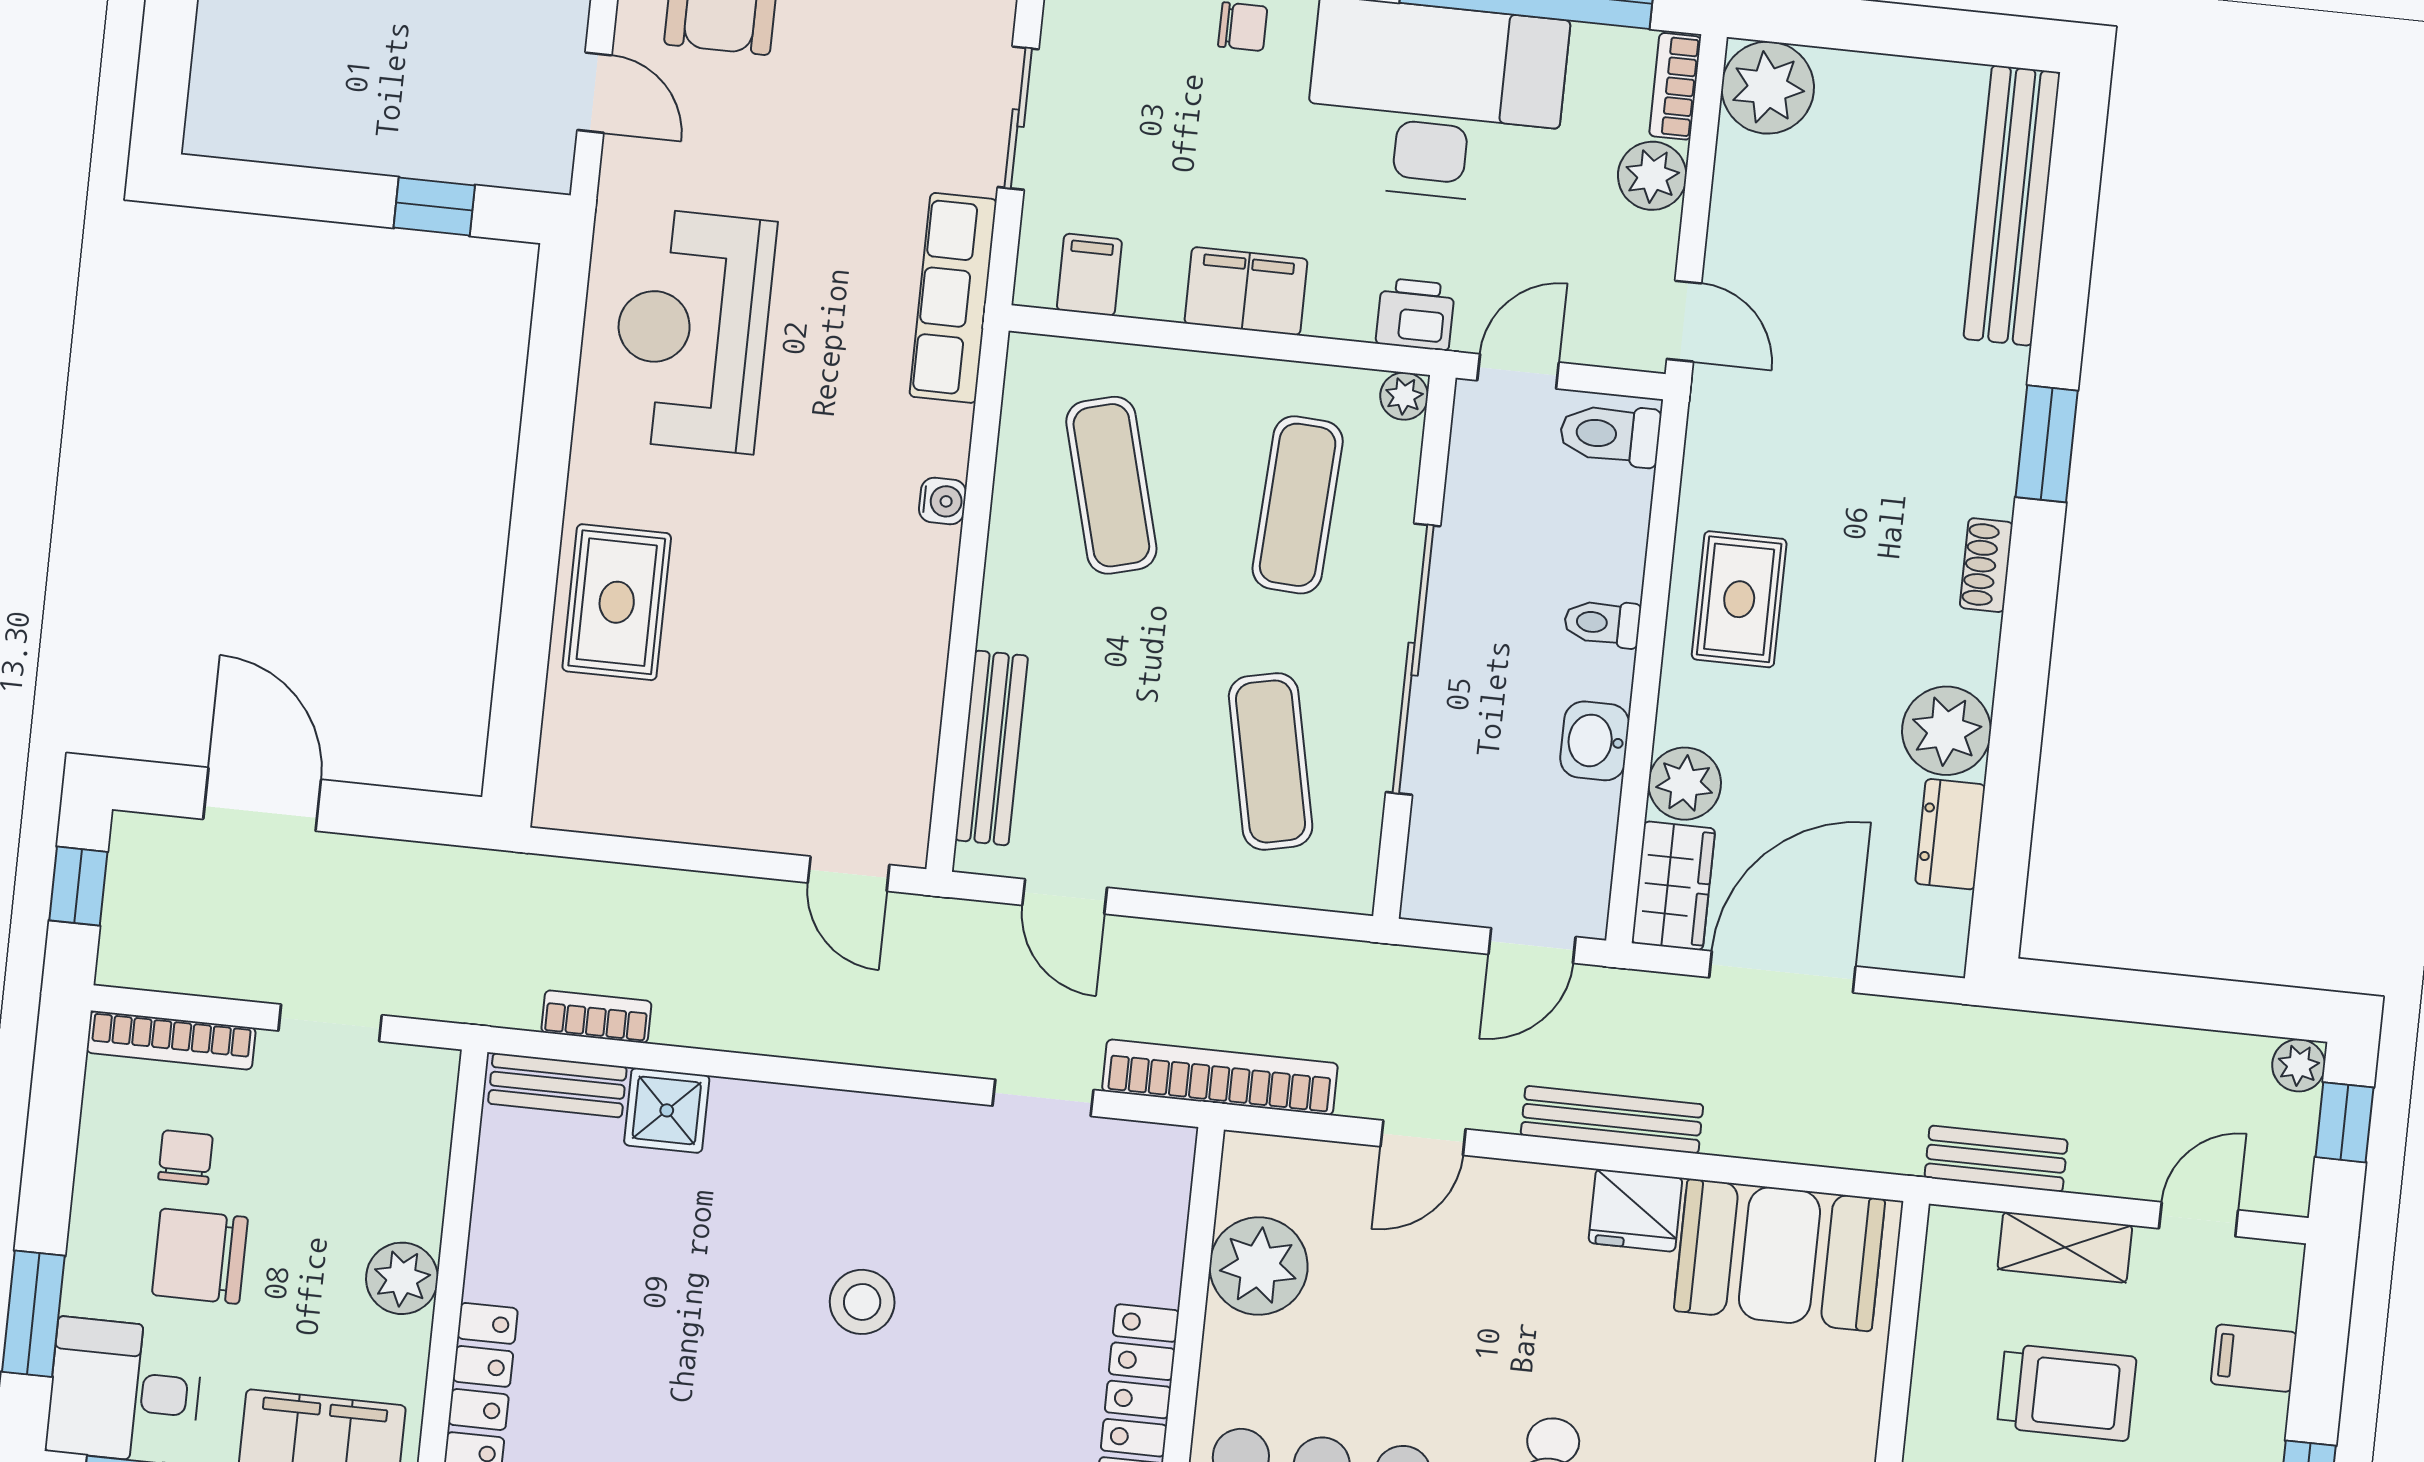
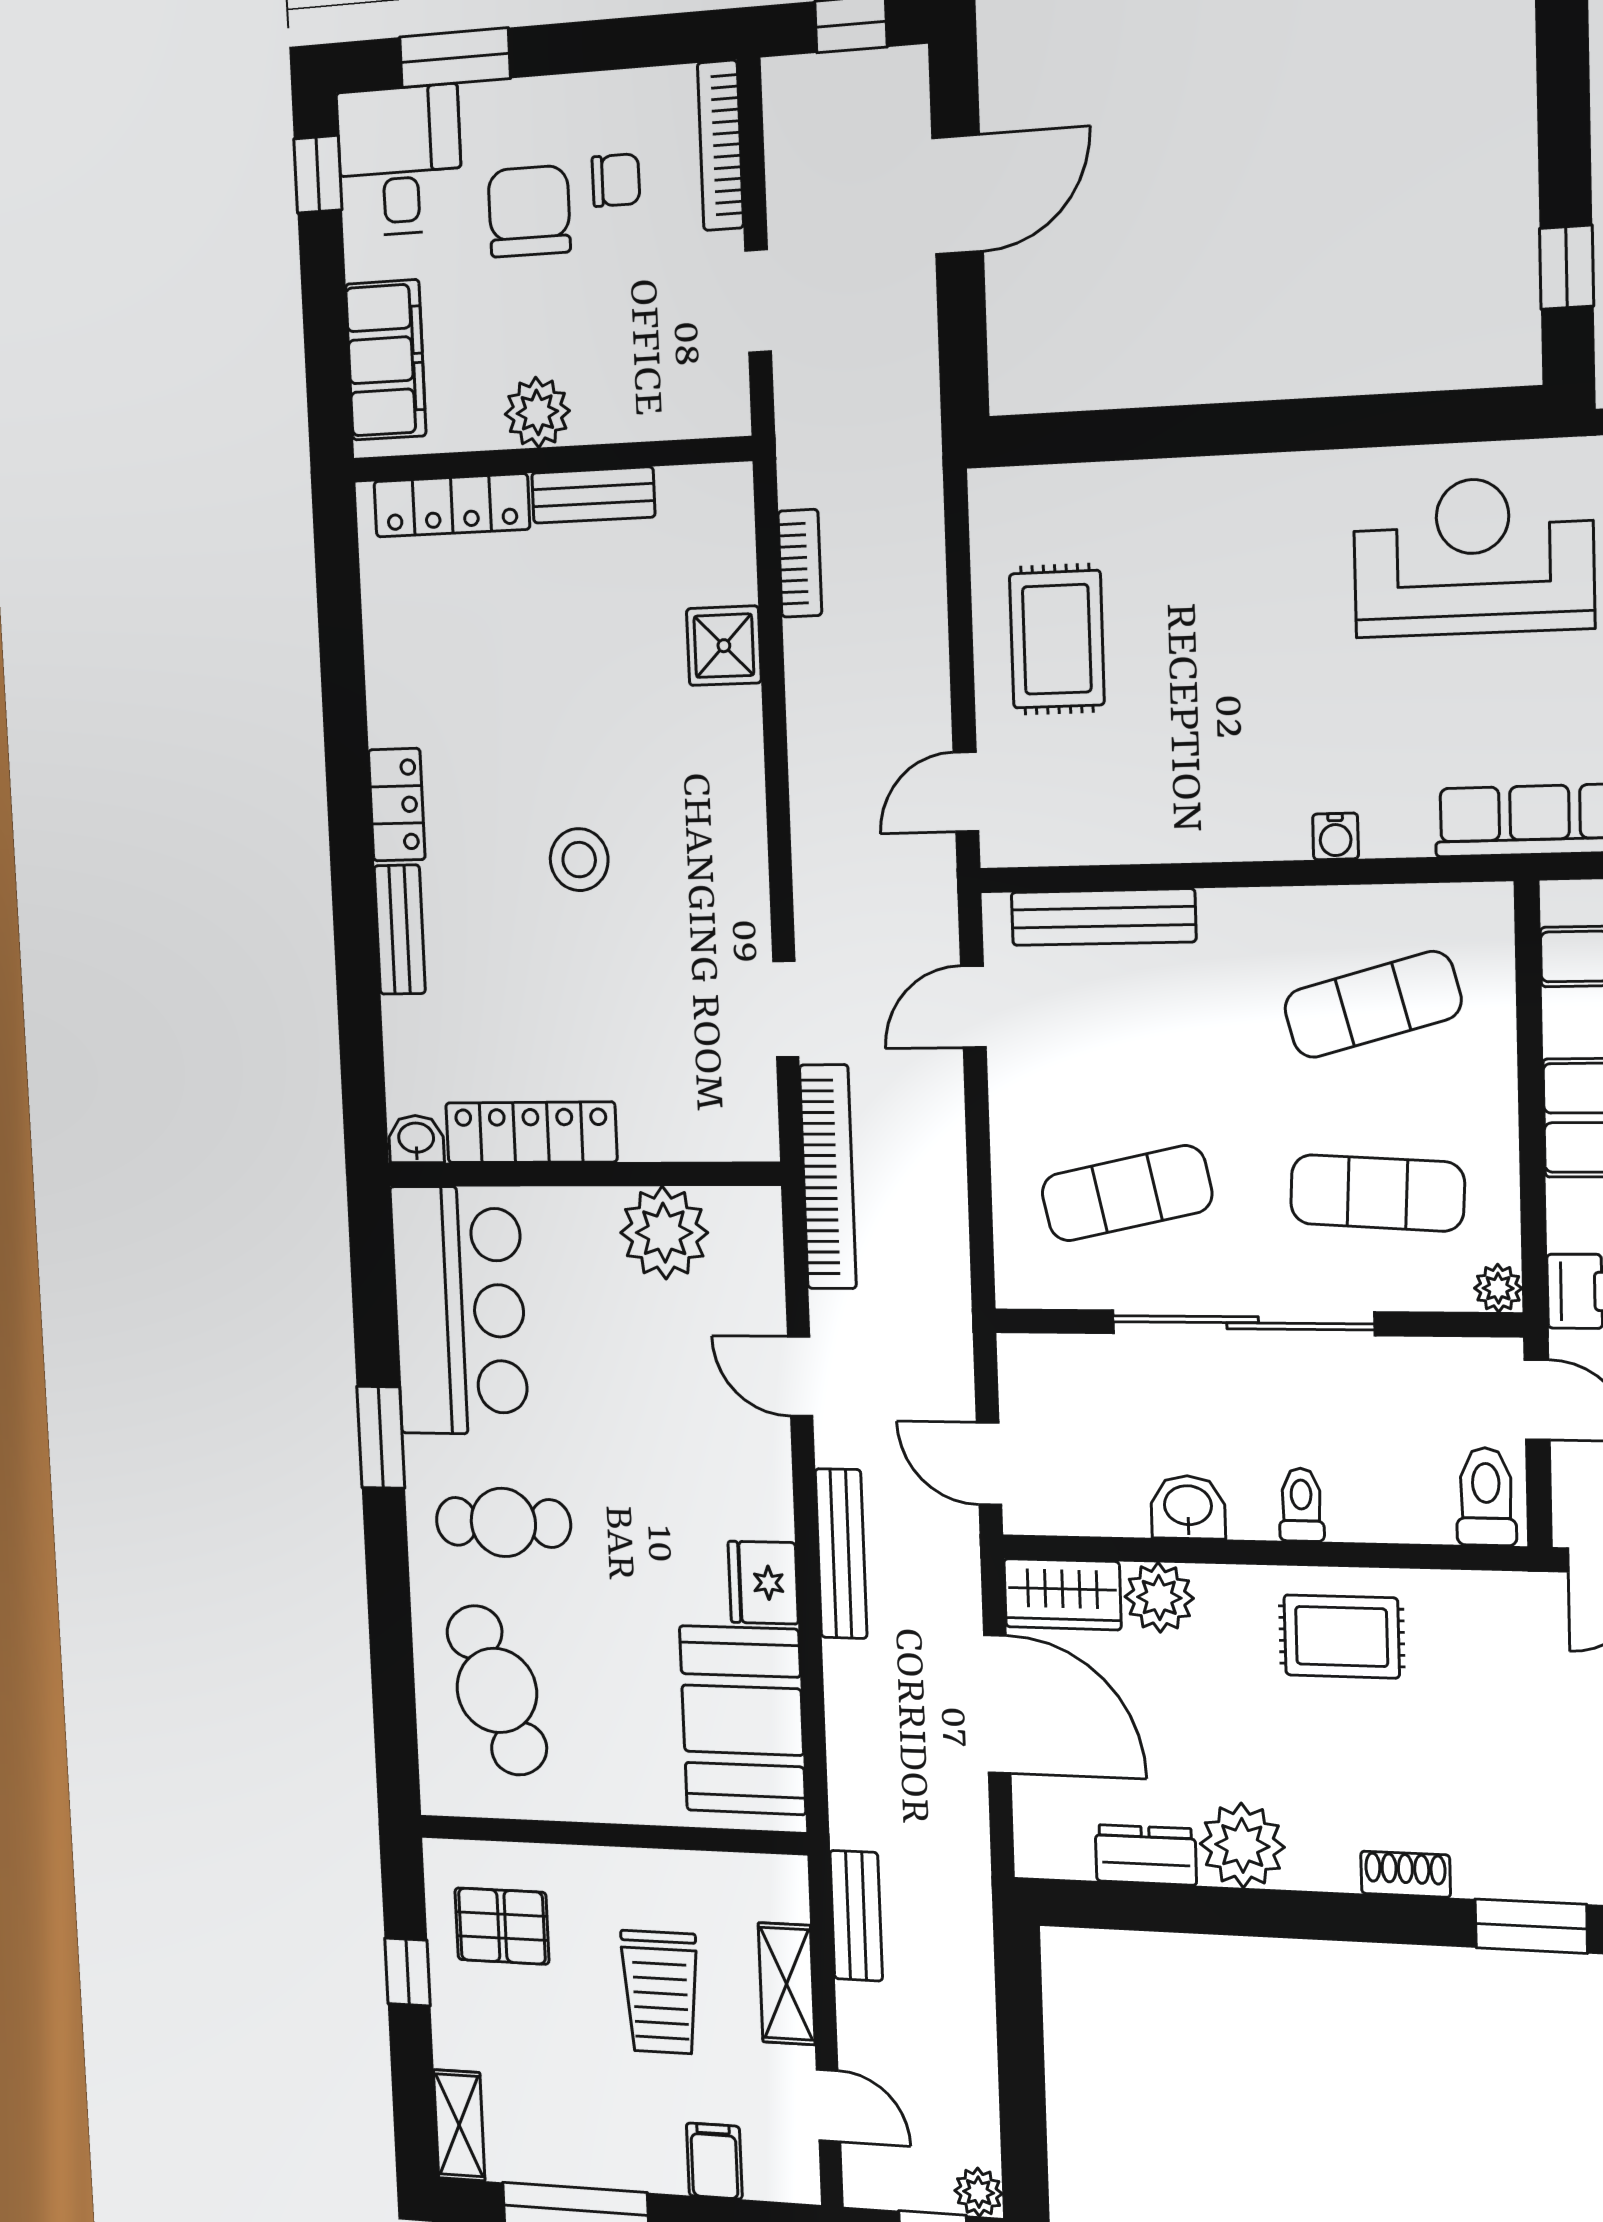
rug: (617, 602) -> (1057, 639), moved, turned 90
bench: (557, 1085) -> (593, 495), moved, turned 90

